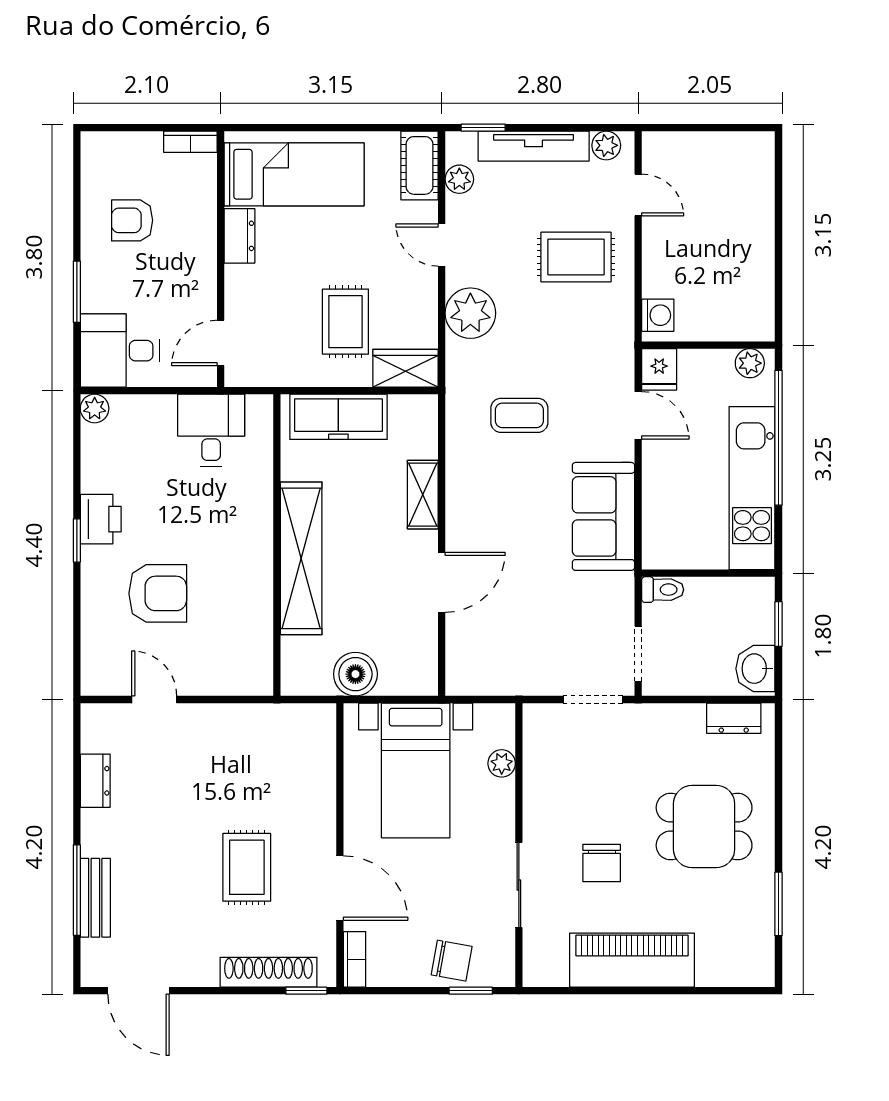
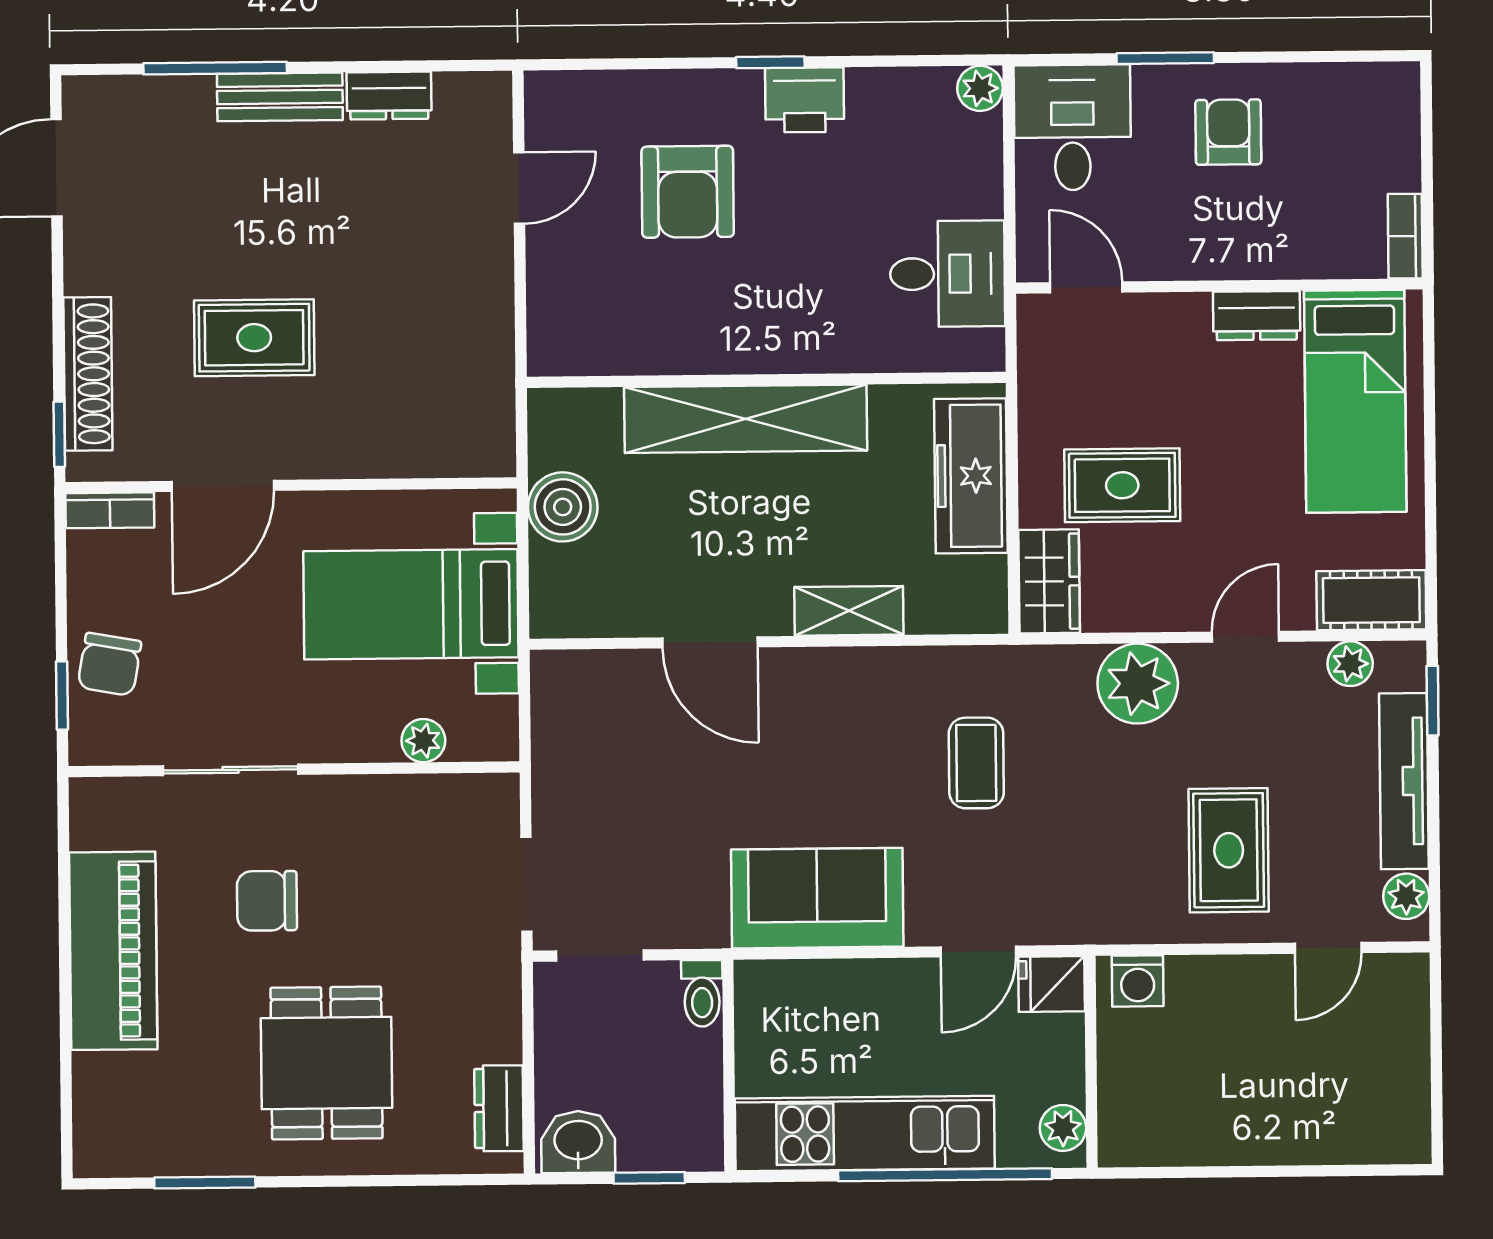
armchair: (132, 220) -> (1228, 132), moved
bench: (95, 898) -> (280, 97), moved

